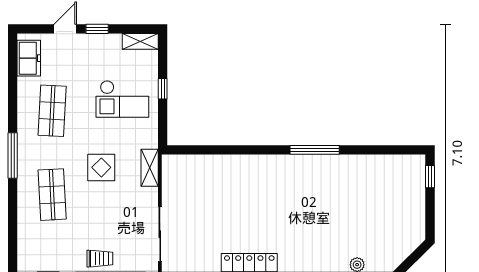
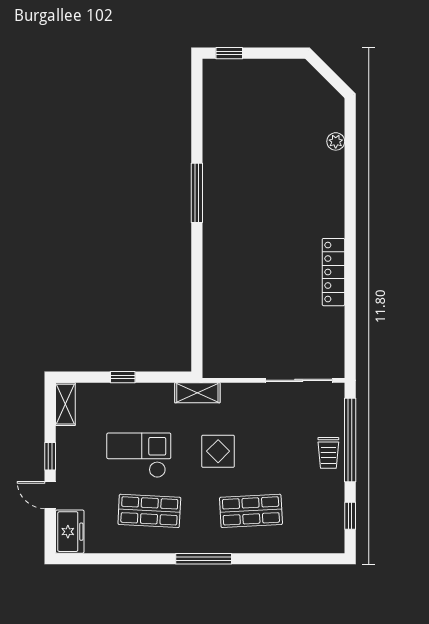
freezer: (29, 58) -> (70, 532), moved, turned 90
checkout: (122, 99) -> (139, 455), moved, turned -90
shelving: (150, 168) -> (197, 393), moved
trolley: (100, 259) -> (328, 453), turned 180

